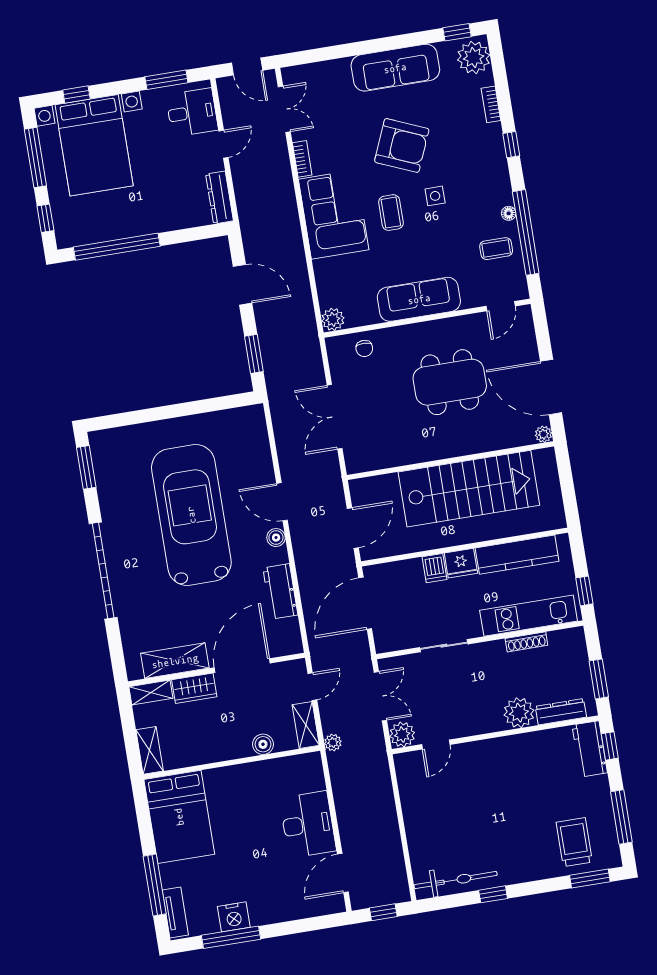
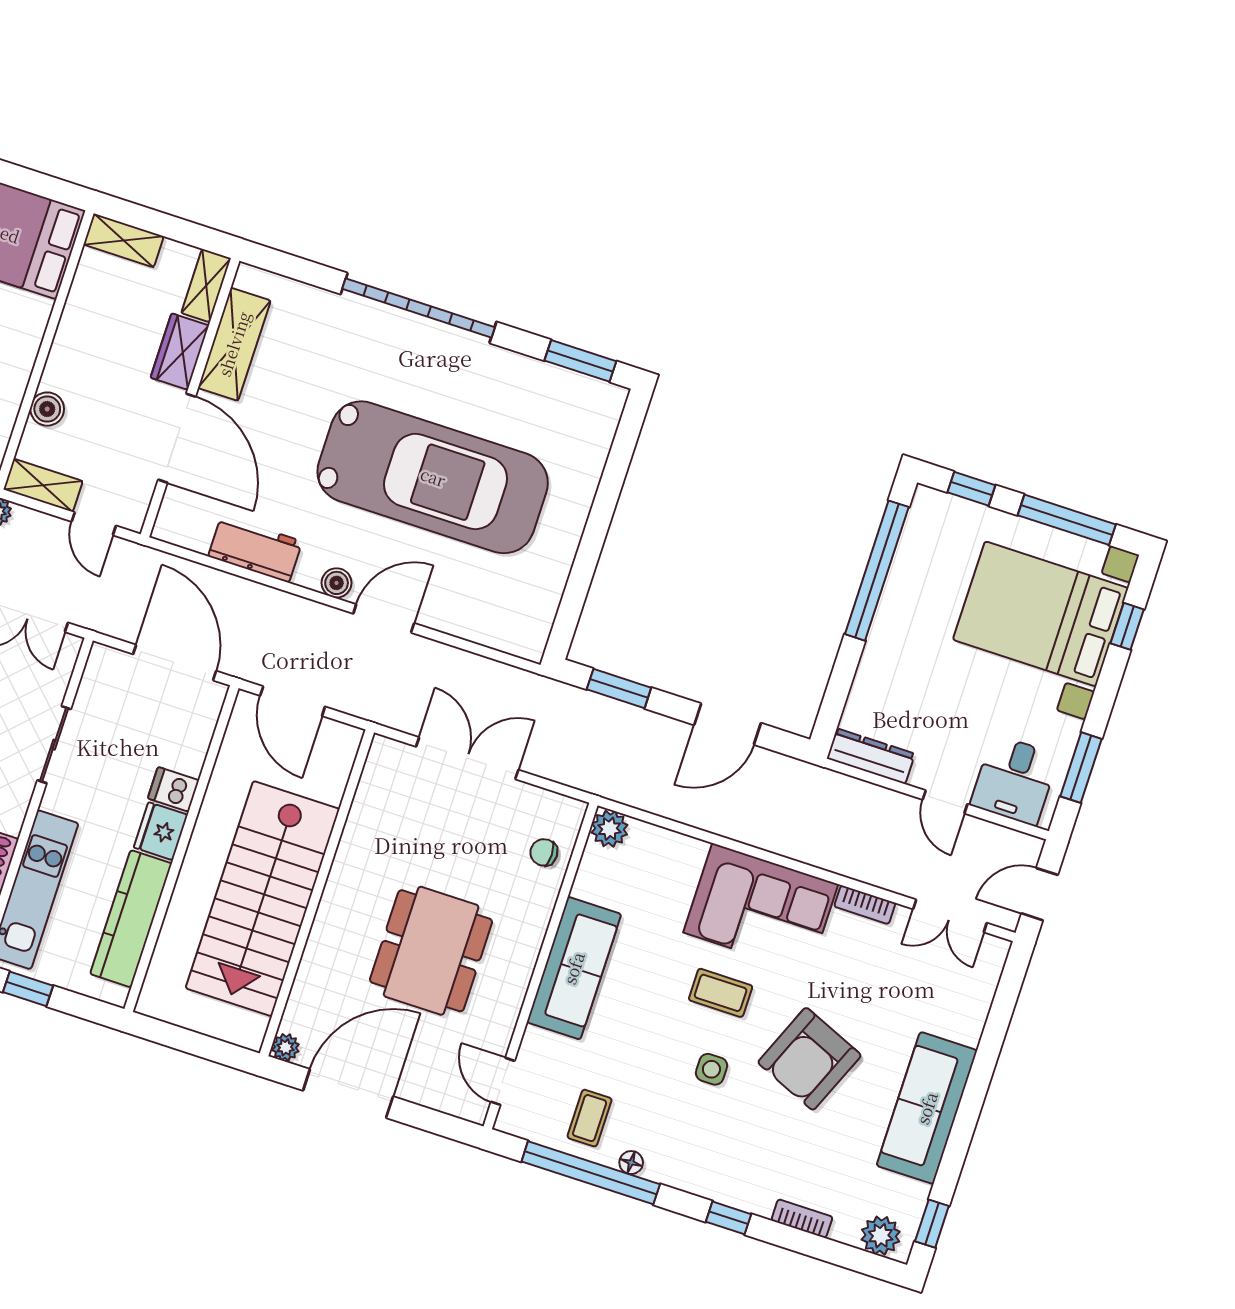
plant: (474, 57) -> (881, 1236), width x0.73, depth x0.73

